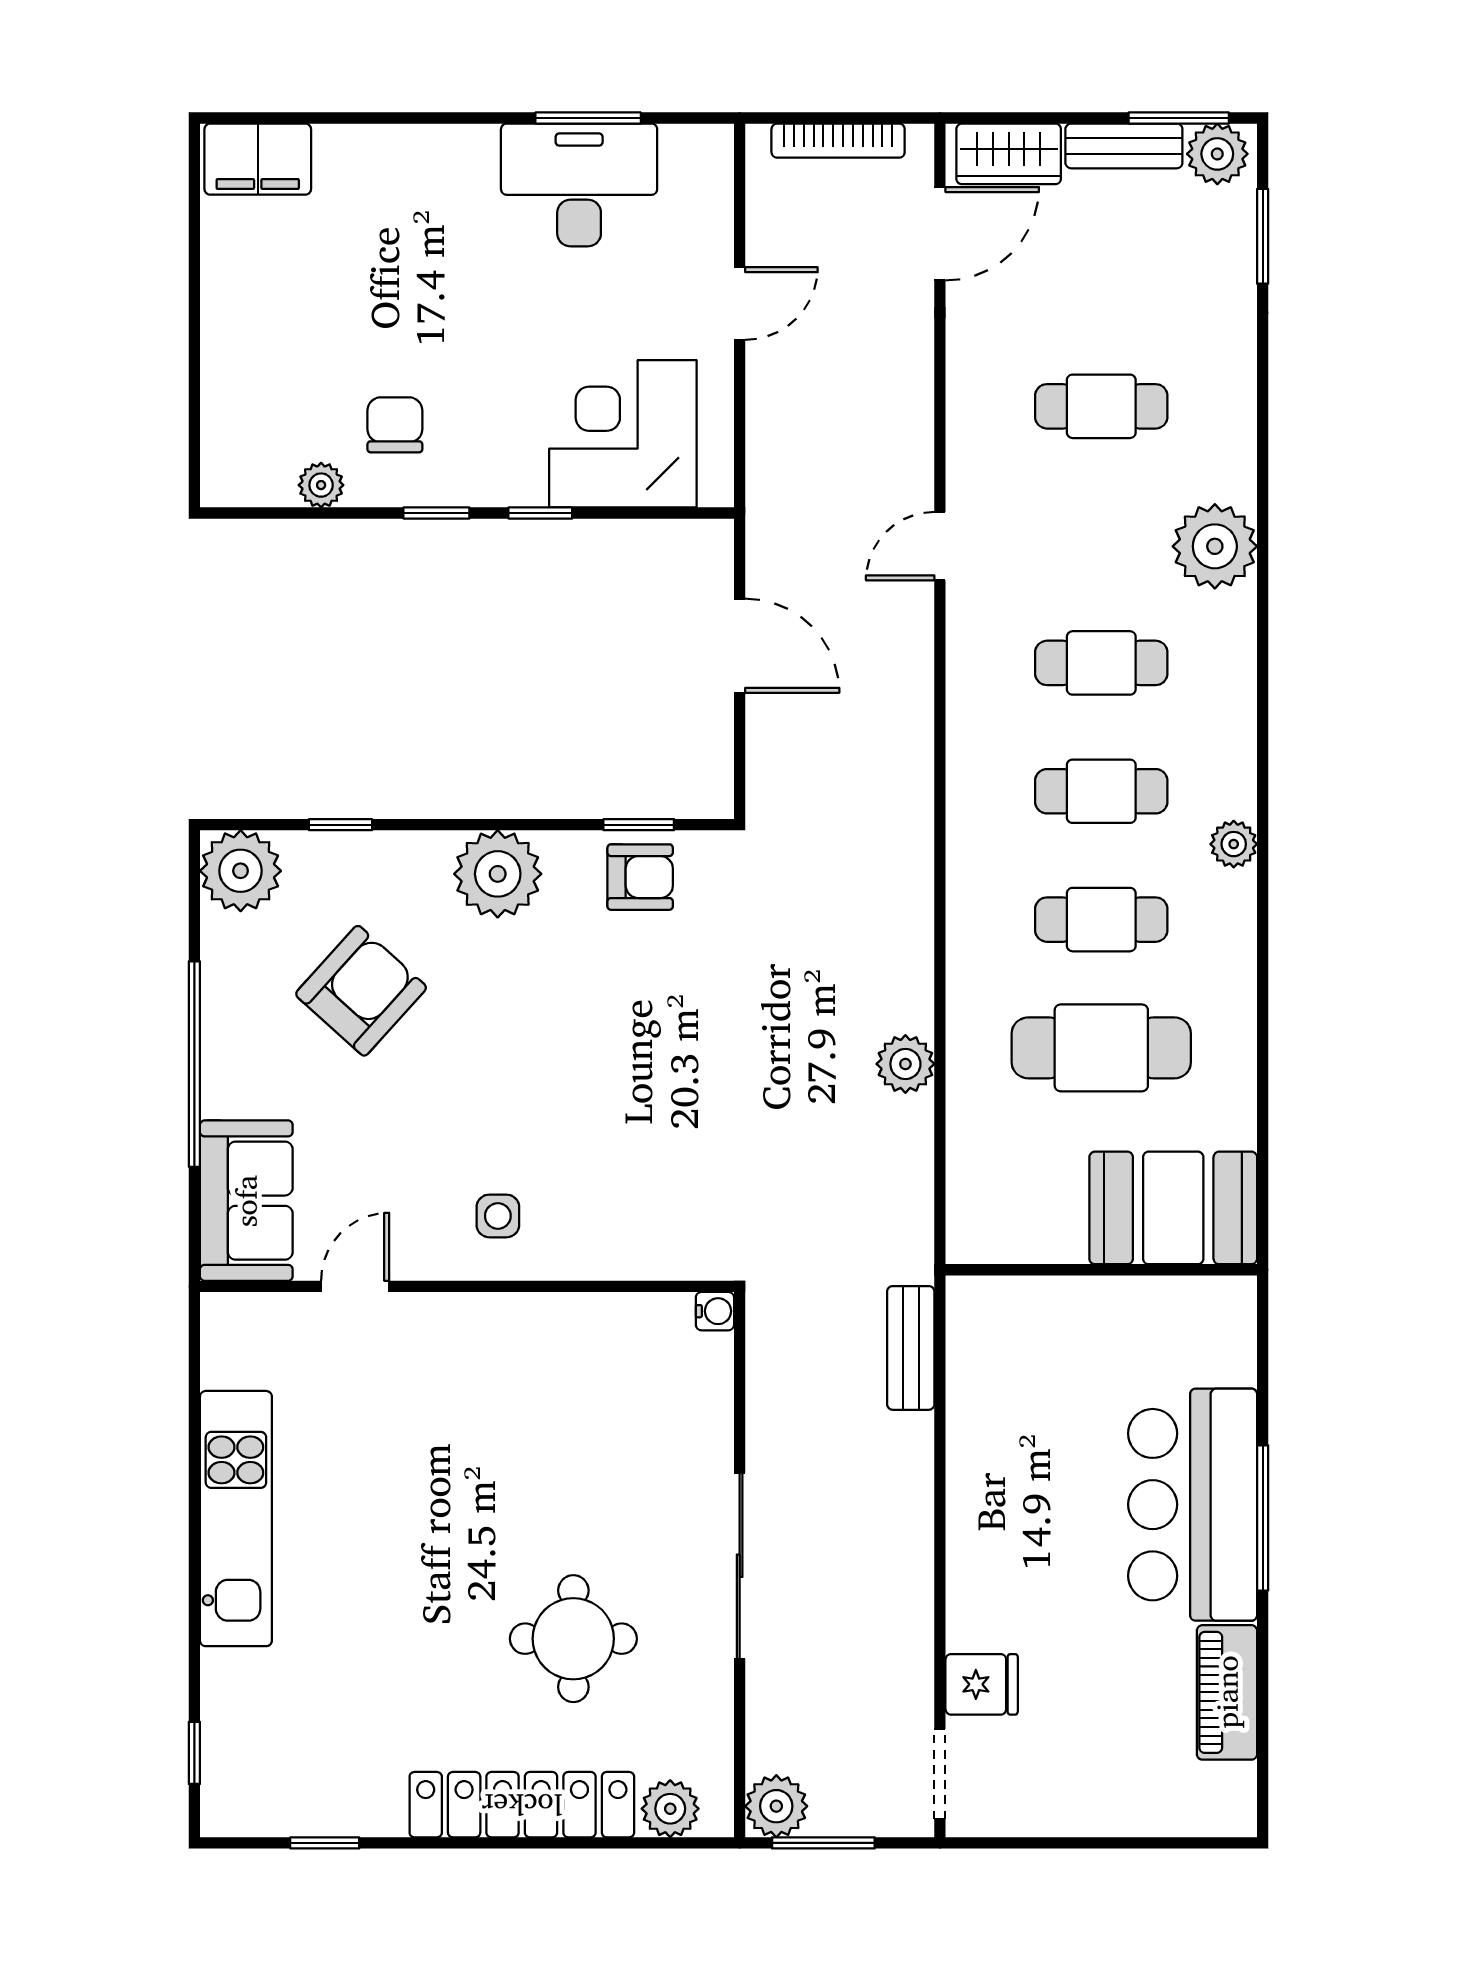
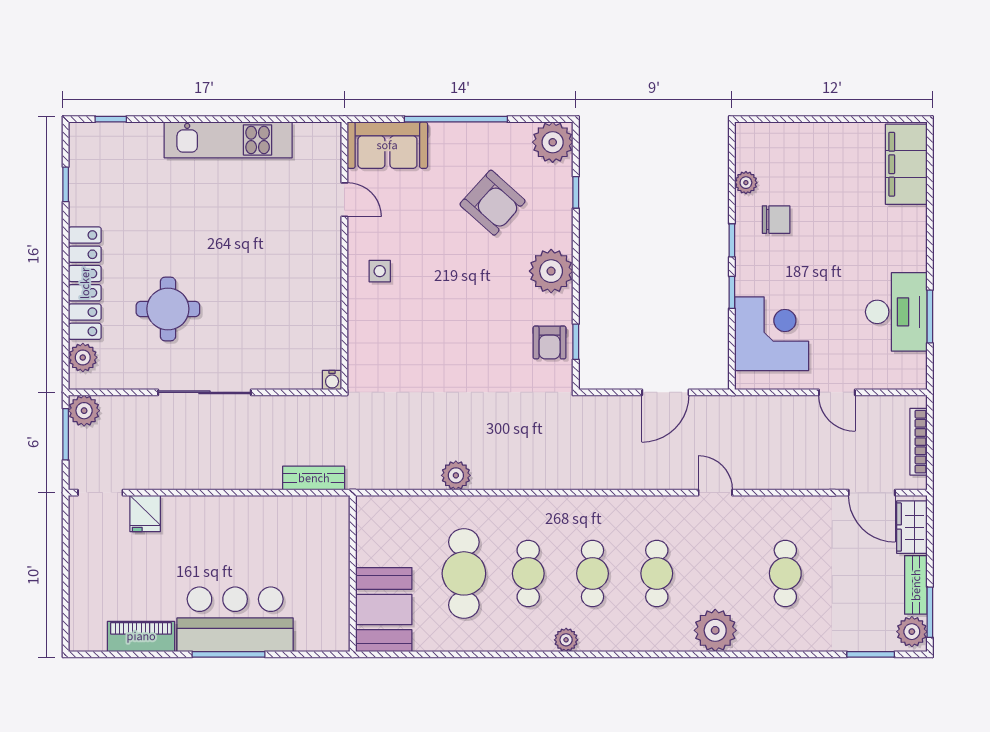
filing cabinet: (258, 159) -> (906, 164), width x1.50, depth x1.17

